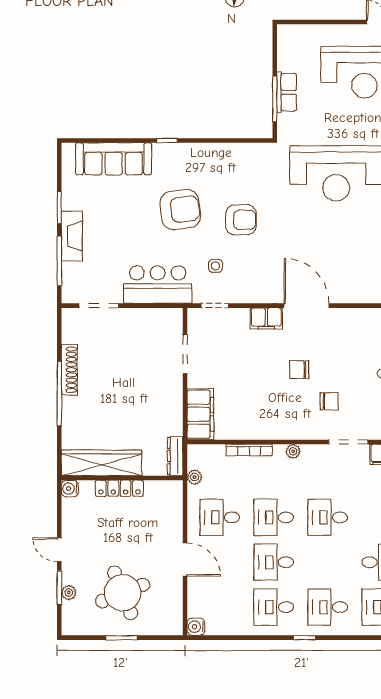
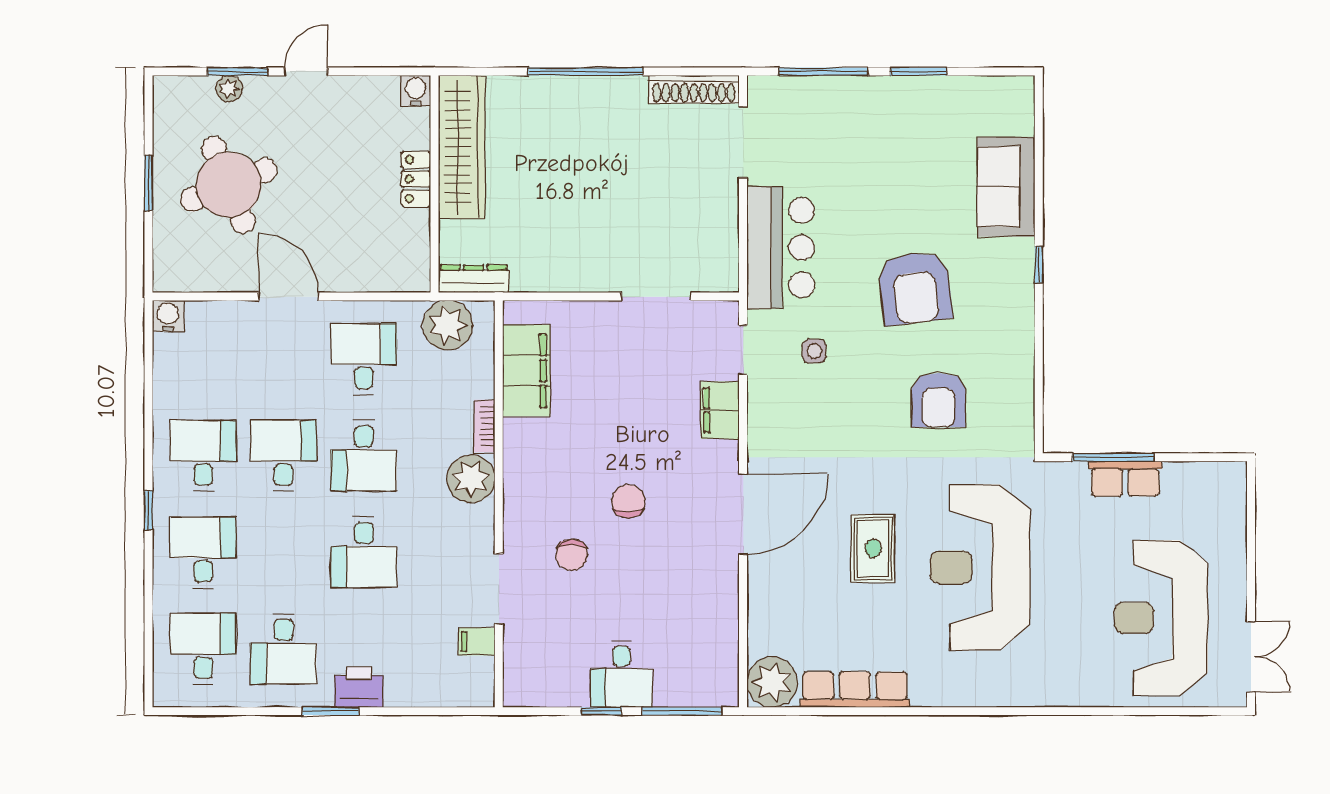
sofa: (114, 159) -> (1006, 187), width x0.73
armchair: (241, 220) -> (939, 400), moved
rug: (326, 233) -> (873, 548), added
fireplace: (72, 236) -> (868, 94), removed
filing cabinet: (266, 318) -> (720, 410), moved
shoe rack: (69, 370) -> (694, 89), moved
filing cabinet: (200, 414) -> (526, 371), moved, turned -90
bookcase: (249, 450) -> (484, 426), width x0.64
plant: (293, 451) -> (471, 479), width x1.88, depth x1.88
plant: (195, 477) -> (448, 325), width x1.88, depth x1.88
locker: (119, 488) -> (416, 179), width x0.66
desk: (274, 517) -> (364, 455), turned 180
desk: (328, 517) -> (364, 552), turned 180
door: (185, 560) -> (288, 297), swing flipped

